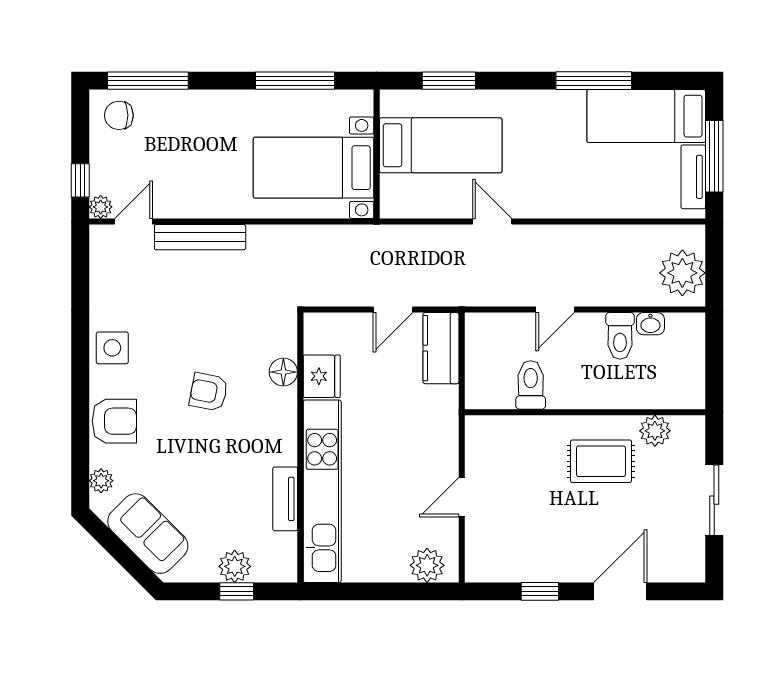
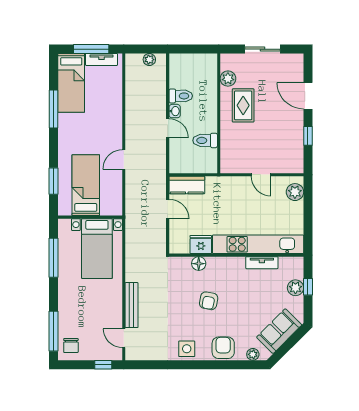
plant: (101, 207) -> (117, 355), removed
plant: (682, 273) -> (149, 60), width x0.53, depth x0.53
washbasin: (650, 324) -> (175, 111), moved

